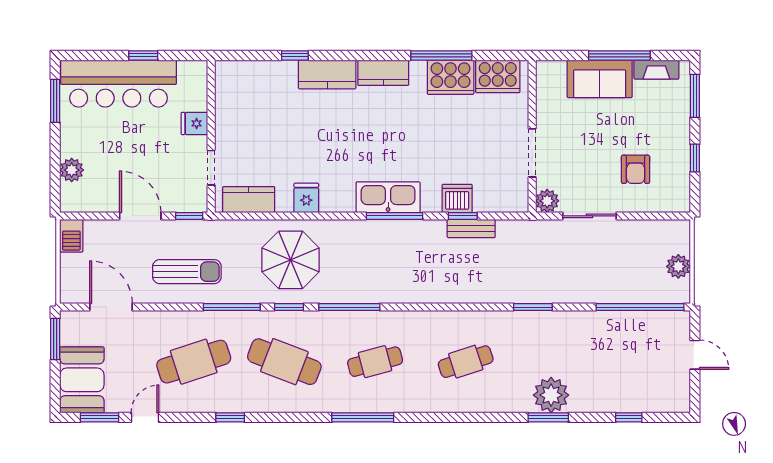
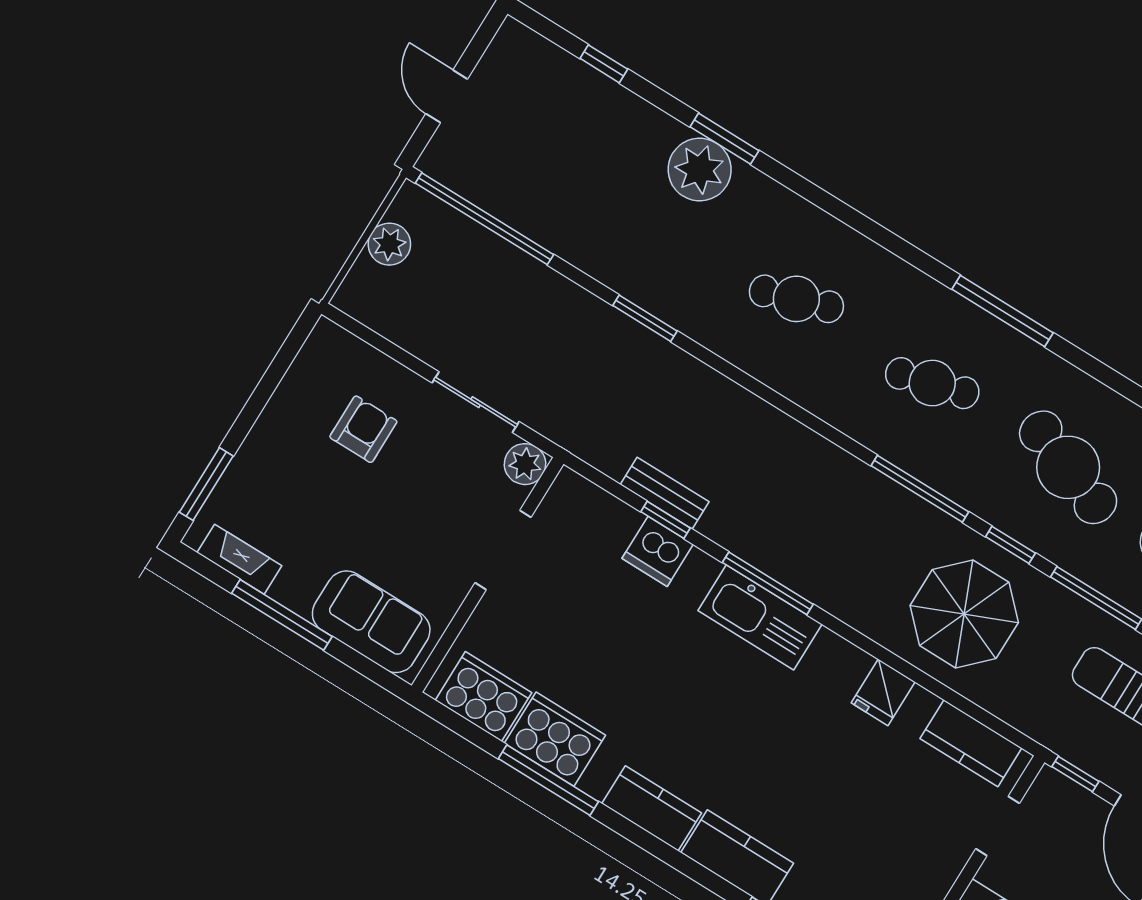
sofa: (600, 79) -> (371, 622), moved
window: (695, 158) -> (264, 391), removed

